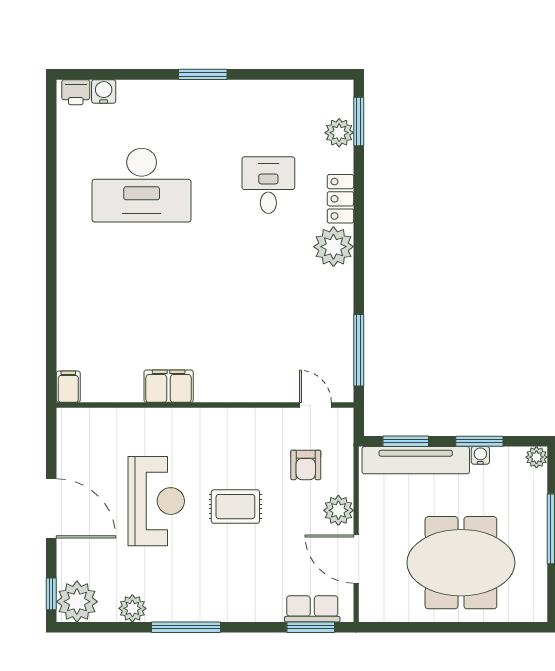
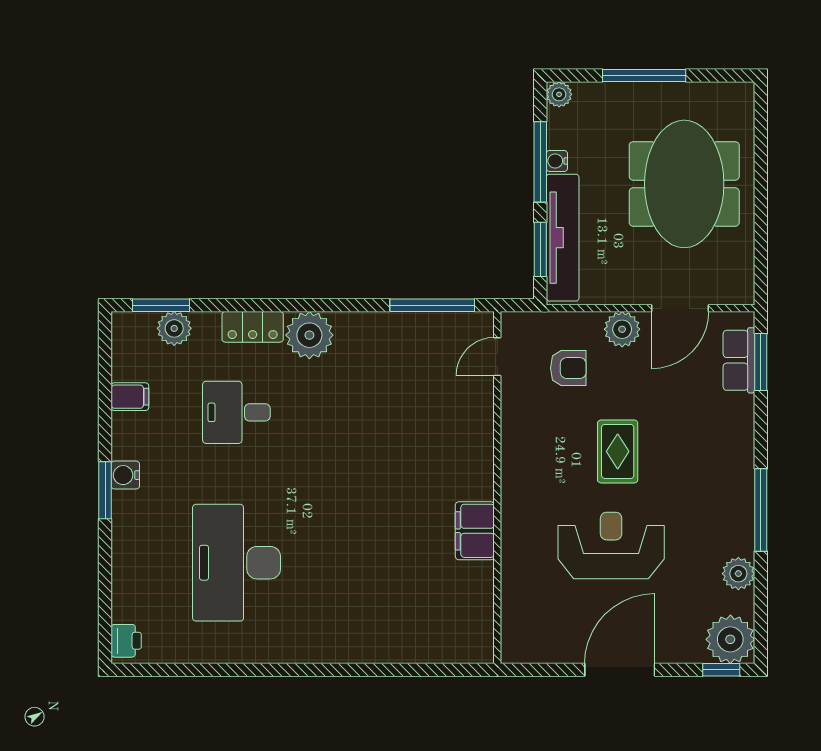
water cooler: (104, 91) -> (125, 475), moved
desk: (142, 185) -> (236, 563), turned 180
filing cabinet: (68, 387) -> (130, 397), moved, turned 180
window: (479, 441) -> (540, 162), width x1.44

